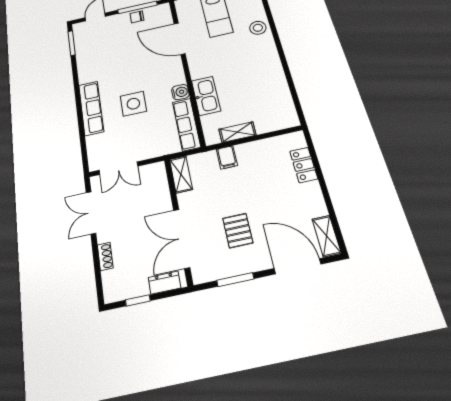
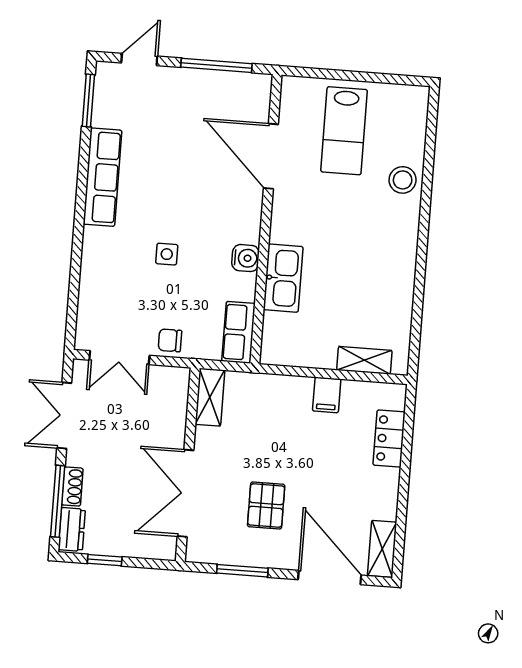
chair: (137, 17) -> (170, 340), moved
side table: (133, 104) -> (167, 254), width x0.54, depth x0.54
row of seats: (91, 108) -> (102, 177), moved
row of seats: (186, 124) -> (239, 332), width x0.68
shelving: (237, 132) -> (364, 360), moved
filing cabinet: (227, 157) -> (327, 395), moved
window: (97, 269) -> (58, 501), added
dresser: (165, 283) -> (72, 529), moved, turned 90

